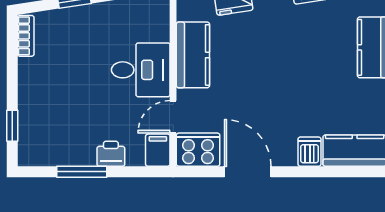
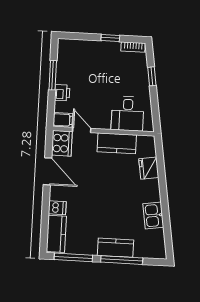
desk: (141, 70) -> (128, 114), moved
window: (12, 126) -> (110, 38), moved
door: (248, 172) -> (47, 171), hinge flipped

